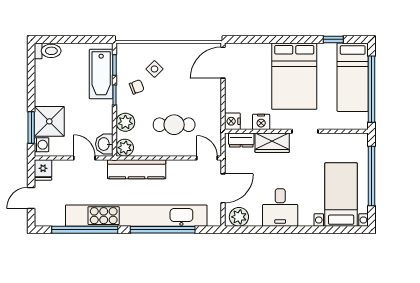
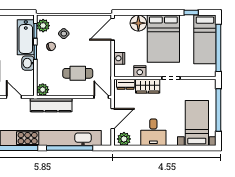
floor lamp: (259, 54) -> (138, 23), added
nightstand: (232, 121) -> (119, 58), moved
plant: (125, 122) -> (43, 26), moved
washbasin: (104, 144) -> (28, 63), moved

